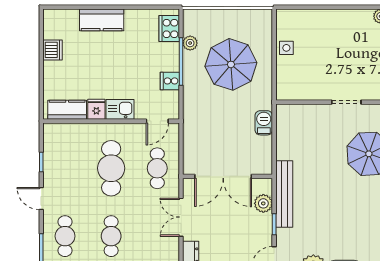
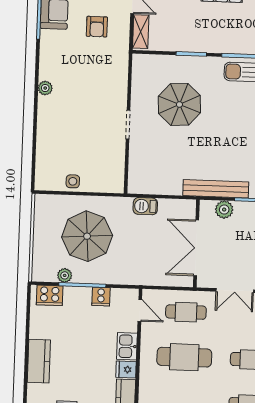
double door: (223, 176) -> (196, 248), swing flipped

